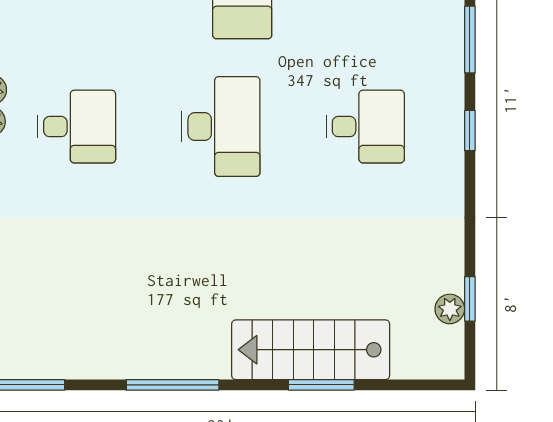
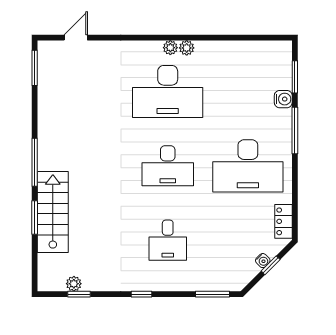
desk: (77, 127) -> (168, 92), width x1.87, depth x1.30
window: (470, 131) -> (141, 294), moved
window: (173, 385) -> (35, 162), moved

